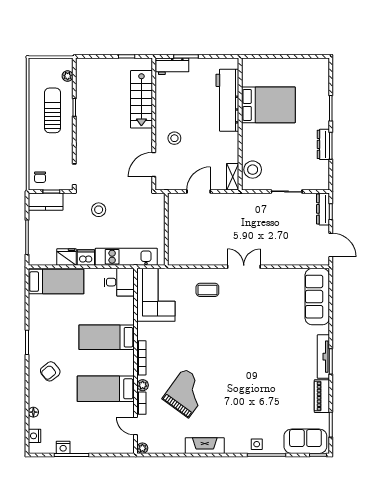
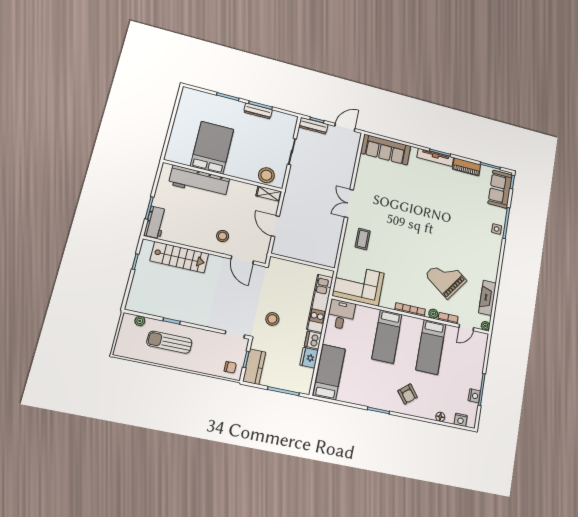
fireplace: (205, 446) -> (487, 298), moved

